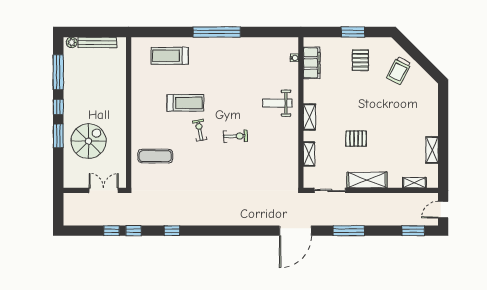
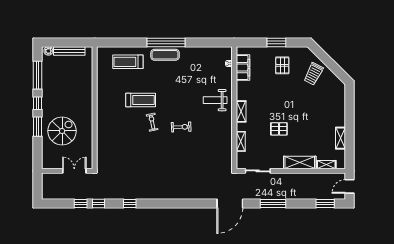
exercise mat: (155, 156) -> (165, 55), moved
shelving: (367, 180) -> (300, 162), moved

